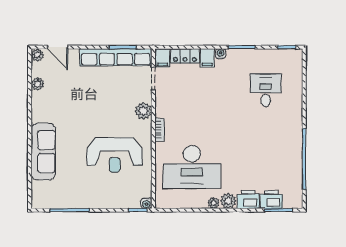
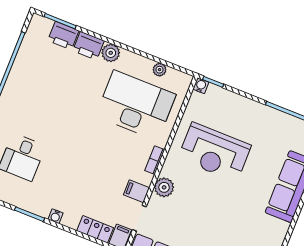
filing cabinet: (207, 58) -> (136, 191), moved, turned -90
reception desk: (115, 155) -> (214, 152), turned 180
plant: (214, 203) -> (160, 70), moved

